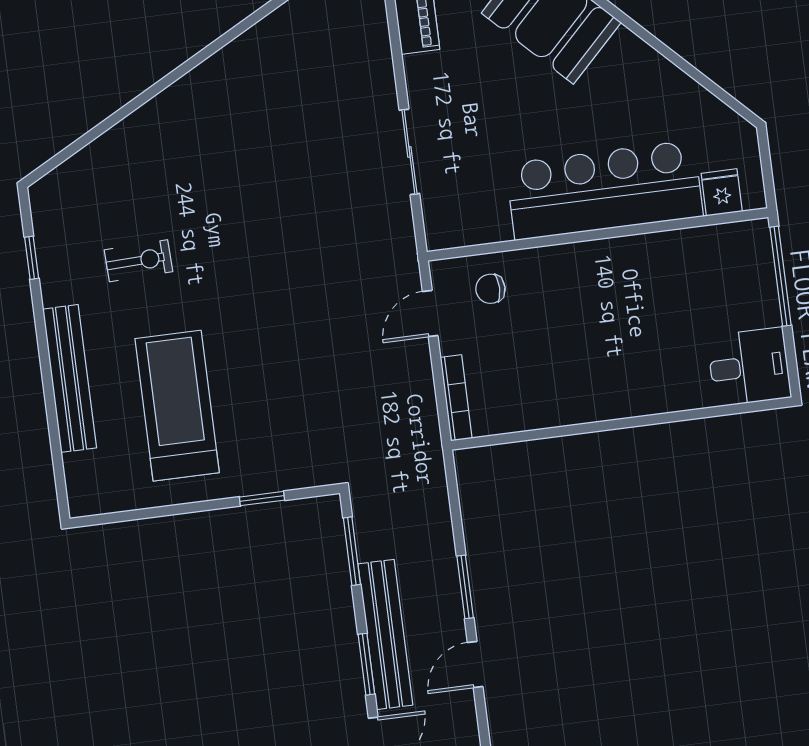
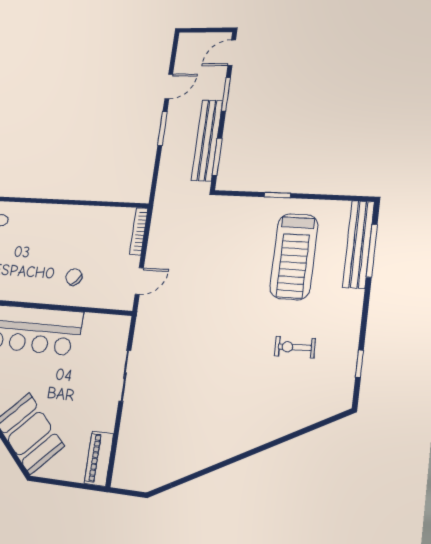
chair: (490, 289) -> (74, 277), moved, turned -137
bench: (70, 378) -> (358, 244), moved
window: (55, 439) -> (372, 251), added
window: (262, 499) -> (277, 195), moved
bench: (385, 634) -> (207, 140), moved

